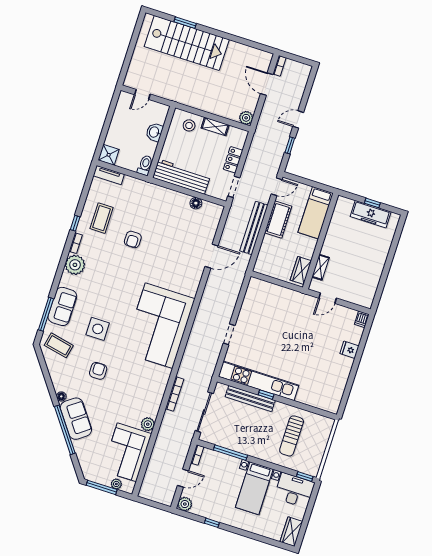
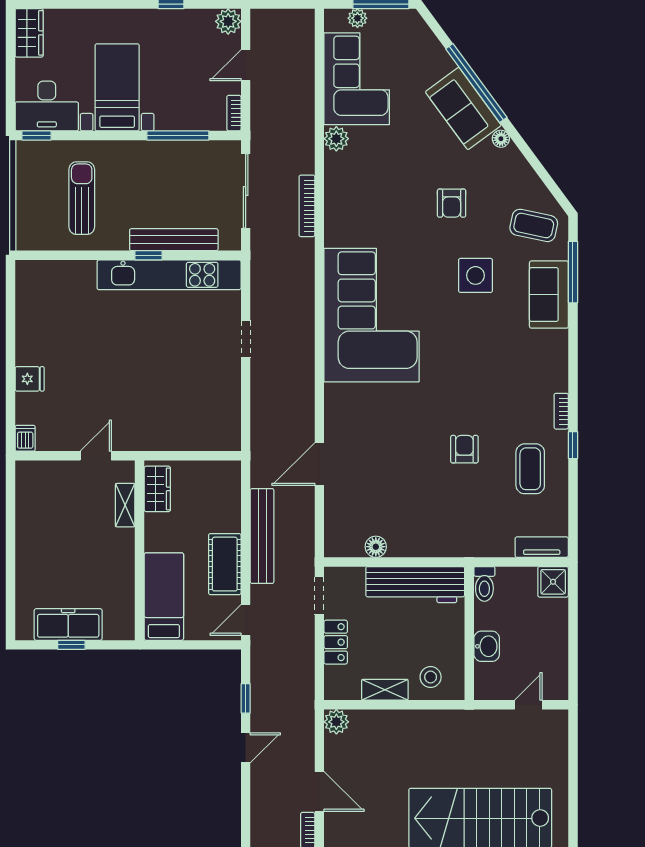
plant: (75, 265) -> (550, 373), removed

